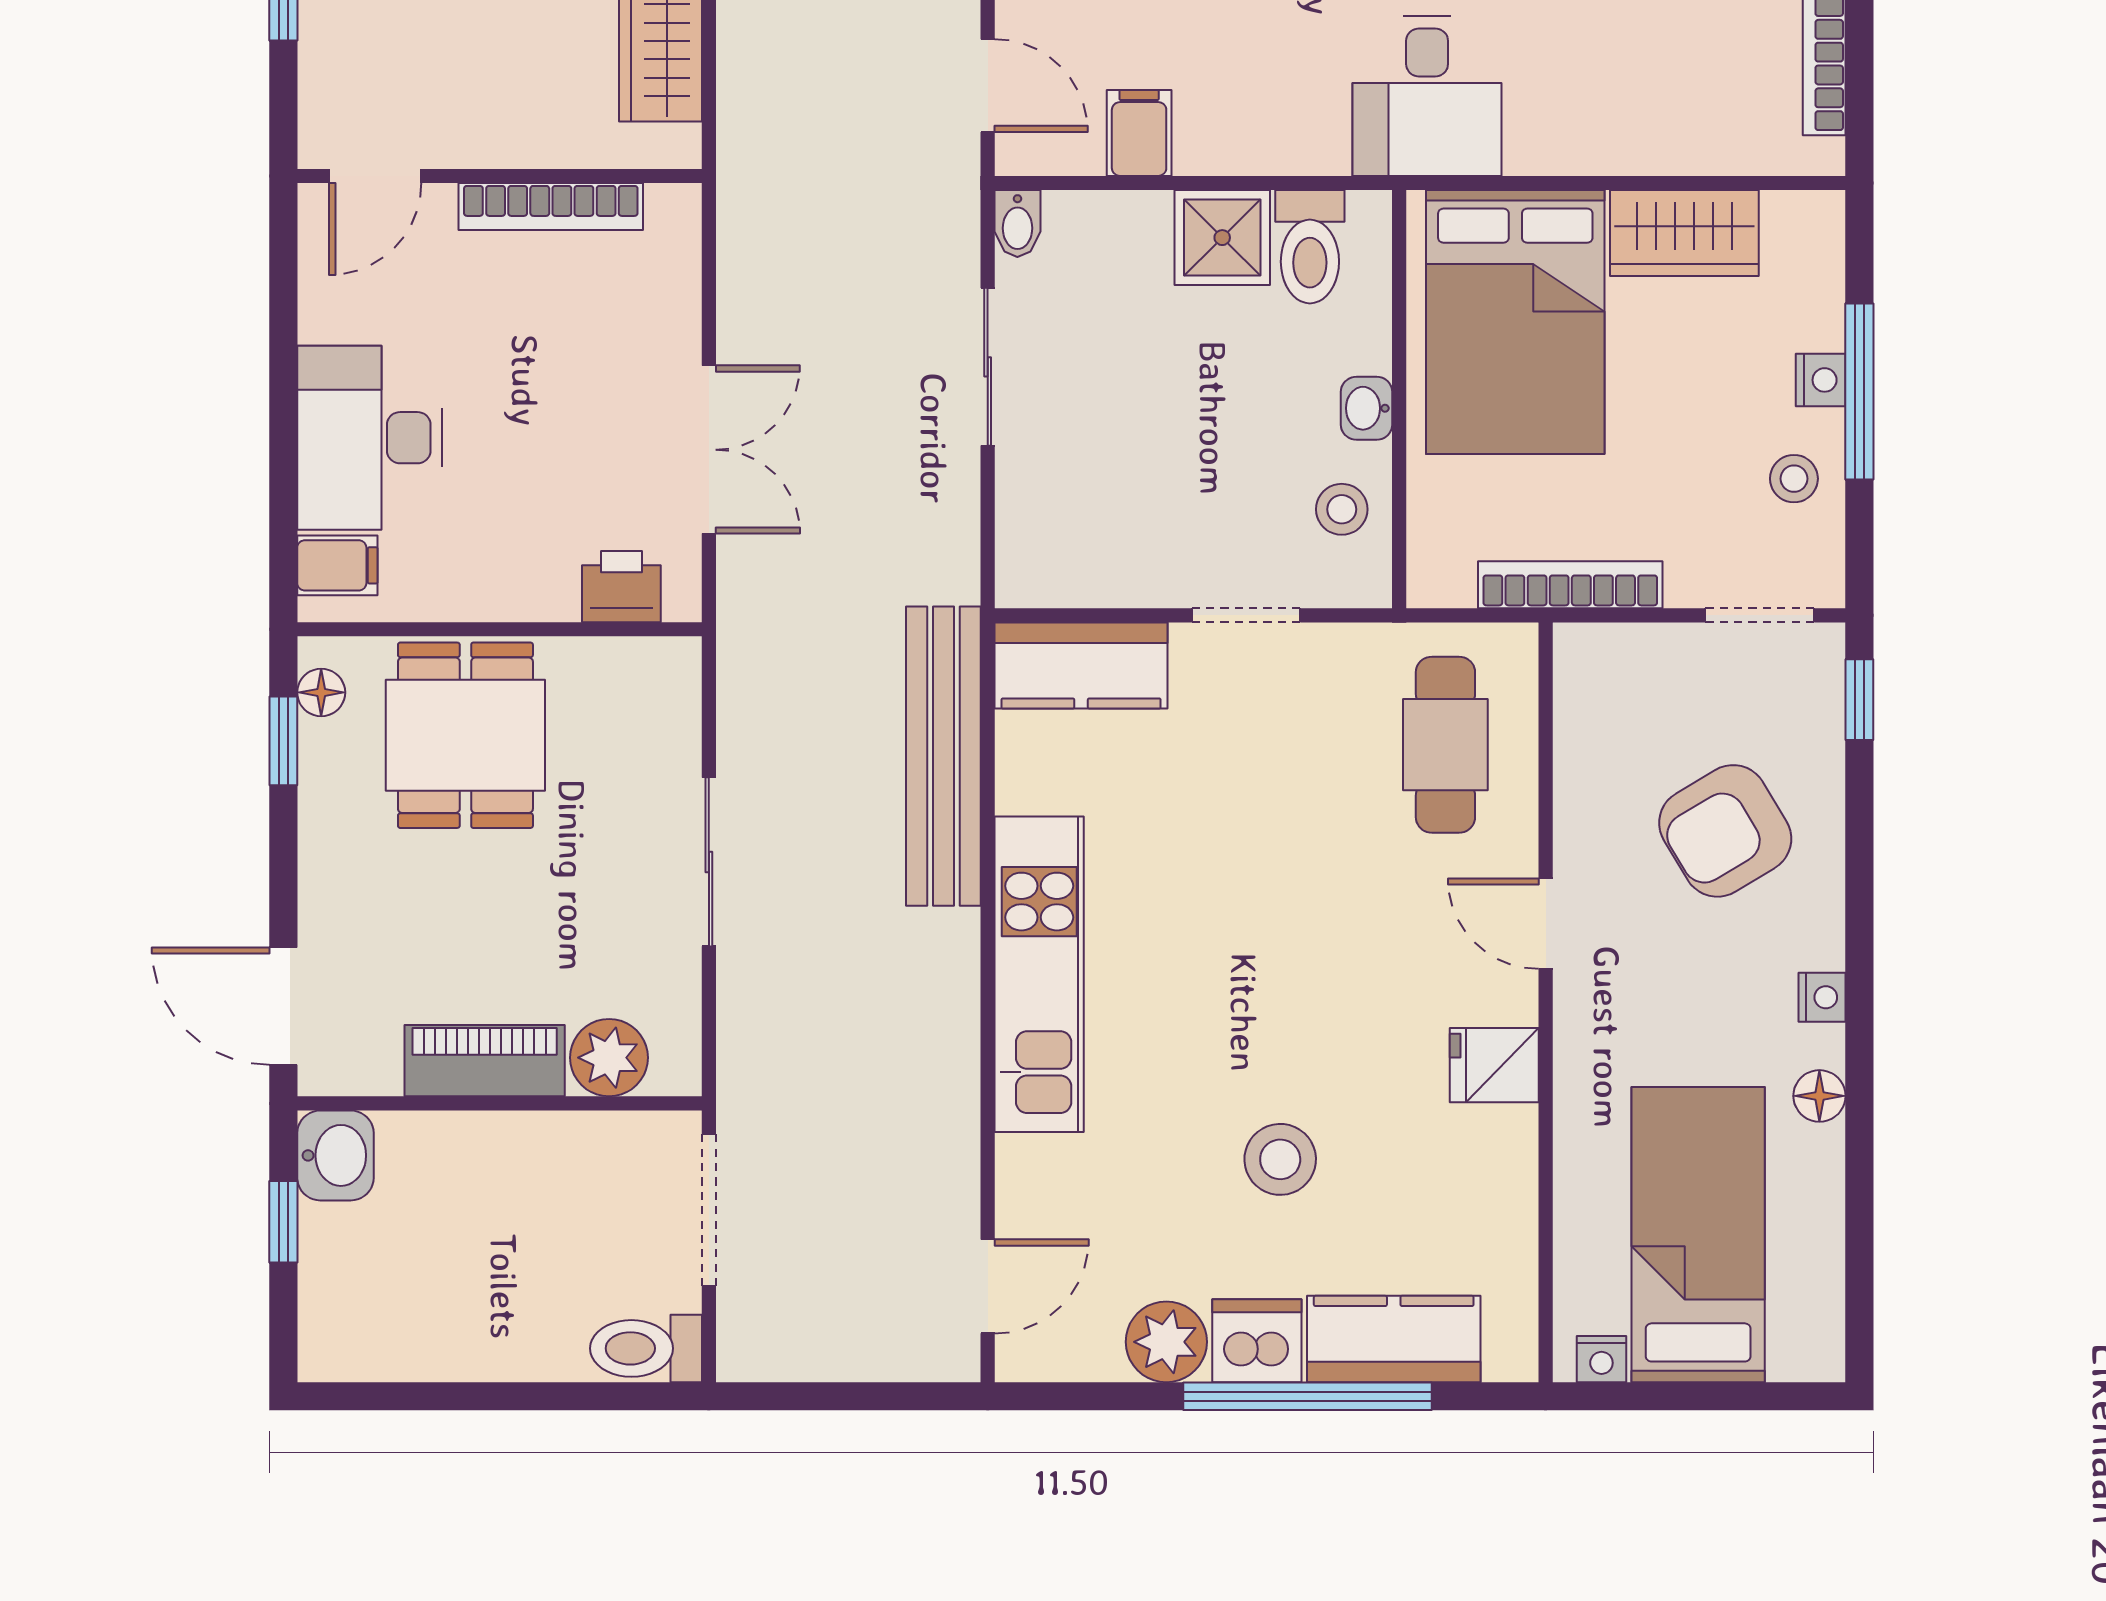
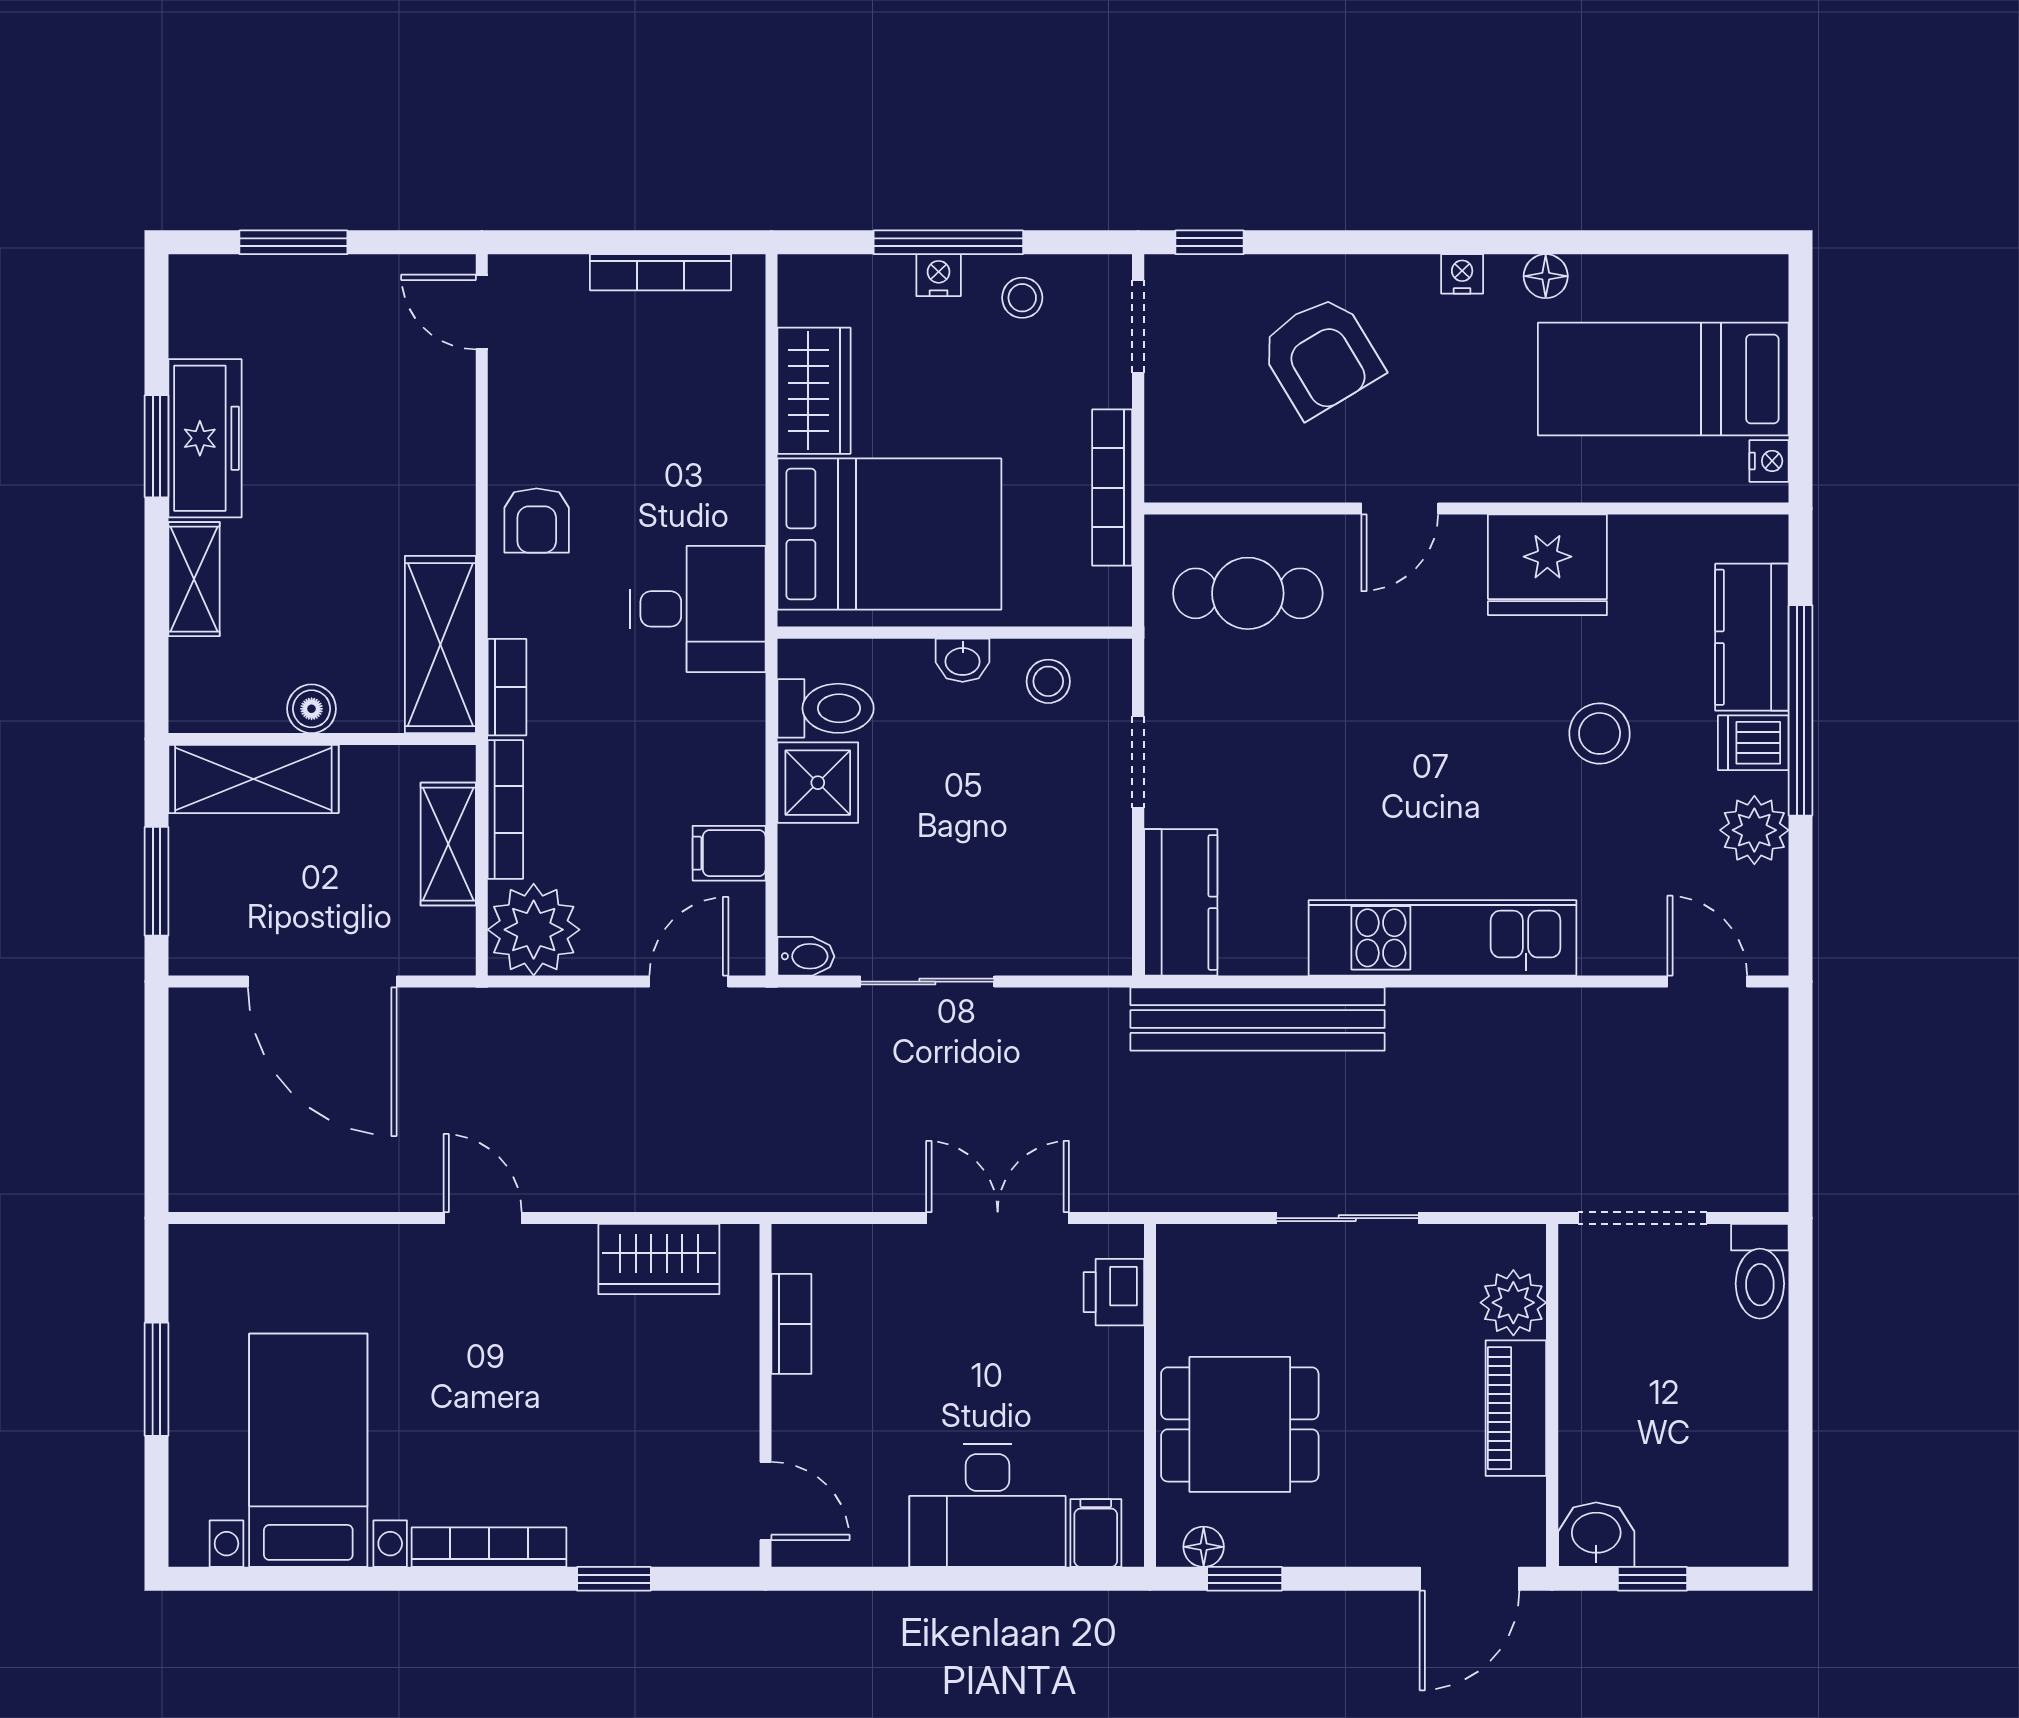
bookcase: (551, 207) -> (791, 1324), width x0.64
fridge: (1494, 1065) -> (1547, 565), width x1.88, depth x1.34
dishwasher: (1257, 1341) -> (1753, 743), width x0.73

